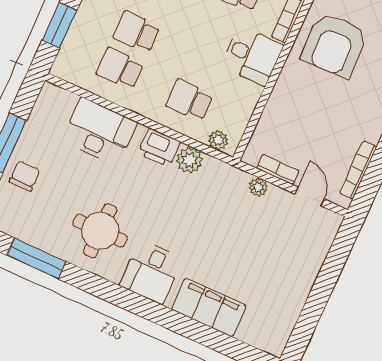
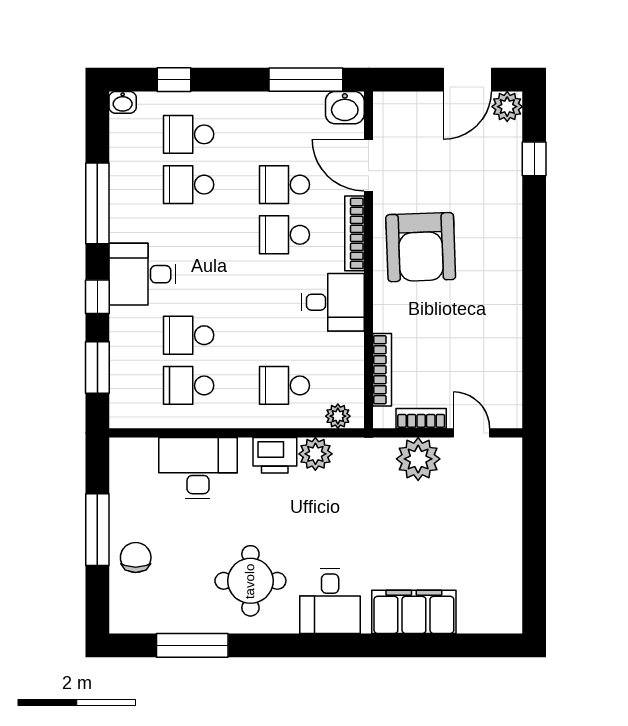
bookcase: (358, 170) -> (382, 370), moved, turned 180
plant: (258, 187) -> (418, 459), width x1.87, depth x1.87

